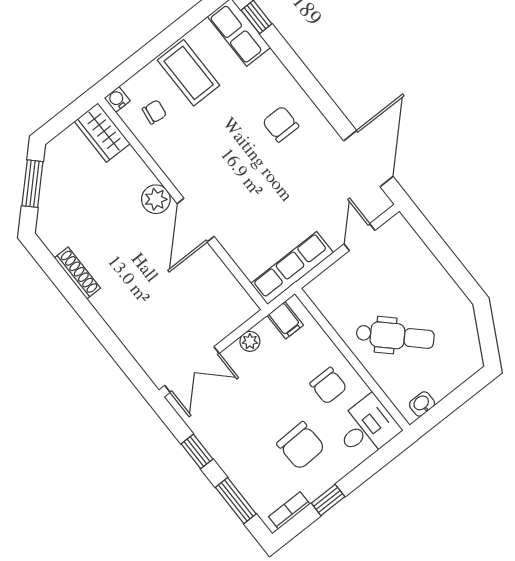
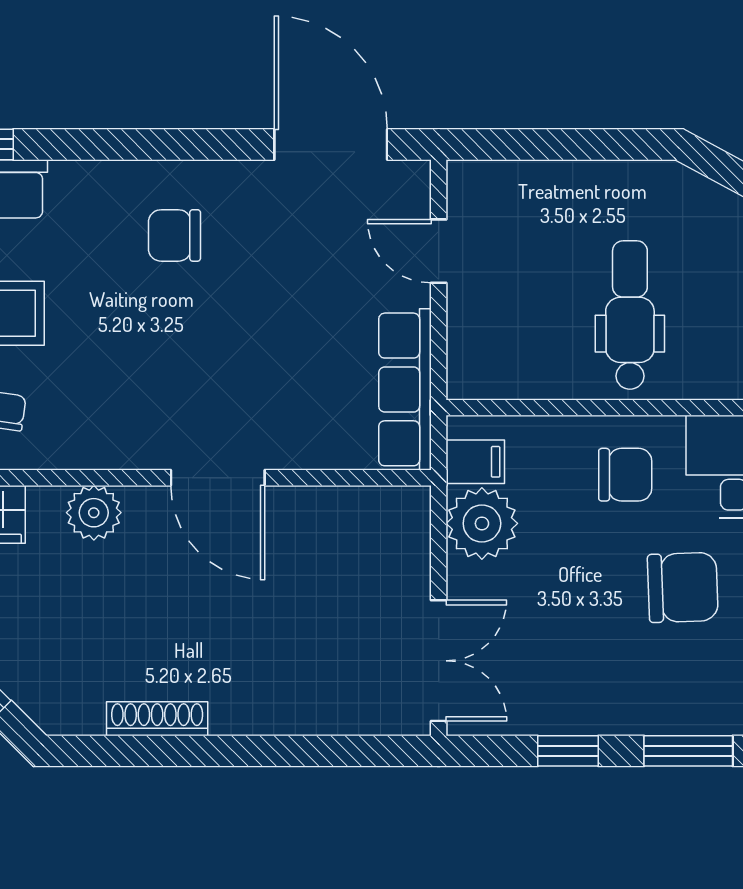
plant: (156, 199) -> (94, 513), moved
dental chair: (395, 336) -> (630, 315), turned -44
plant: (250, 341) -> (482, 523), width x1.88, depth x1.88

